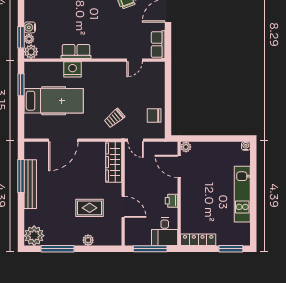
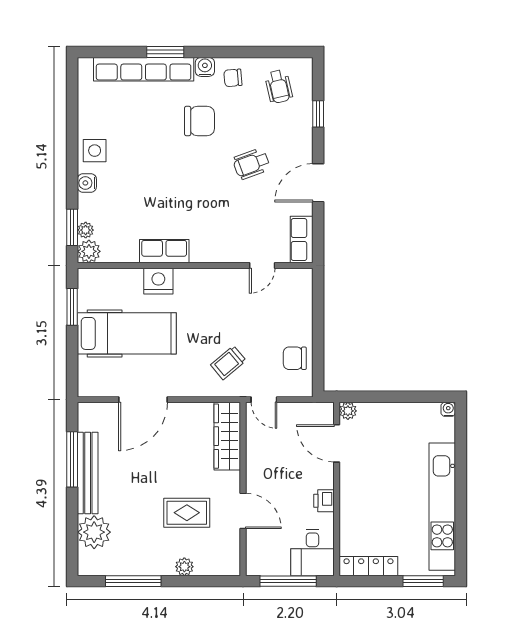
water cooler: (30, 27) -> (87, 183), moved
kitchen unit: (242, 194) -> (442, 507), width x1.36
plant: (34, 236) -> (94, 532), moved

